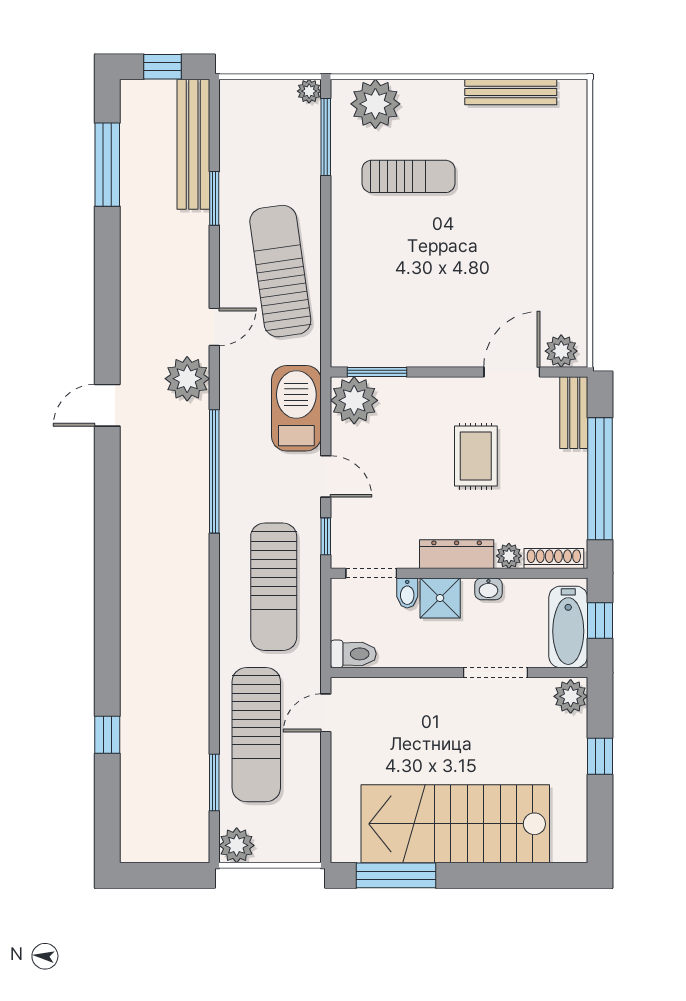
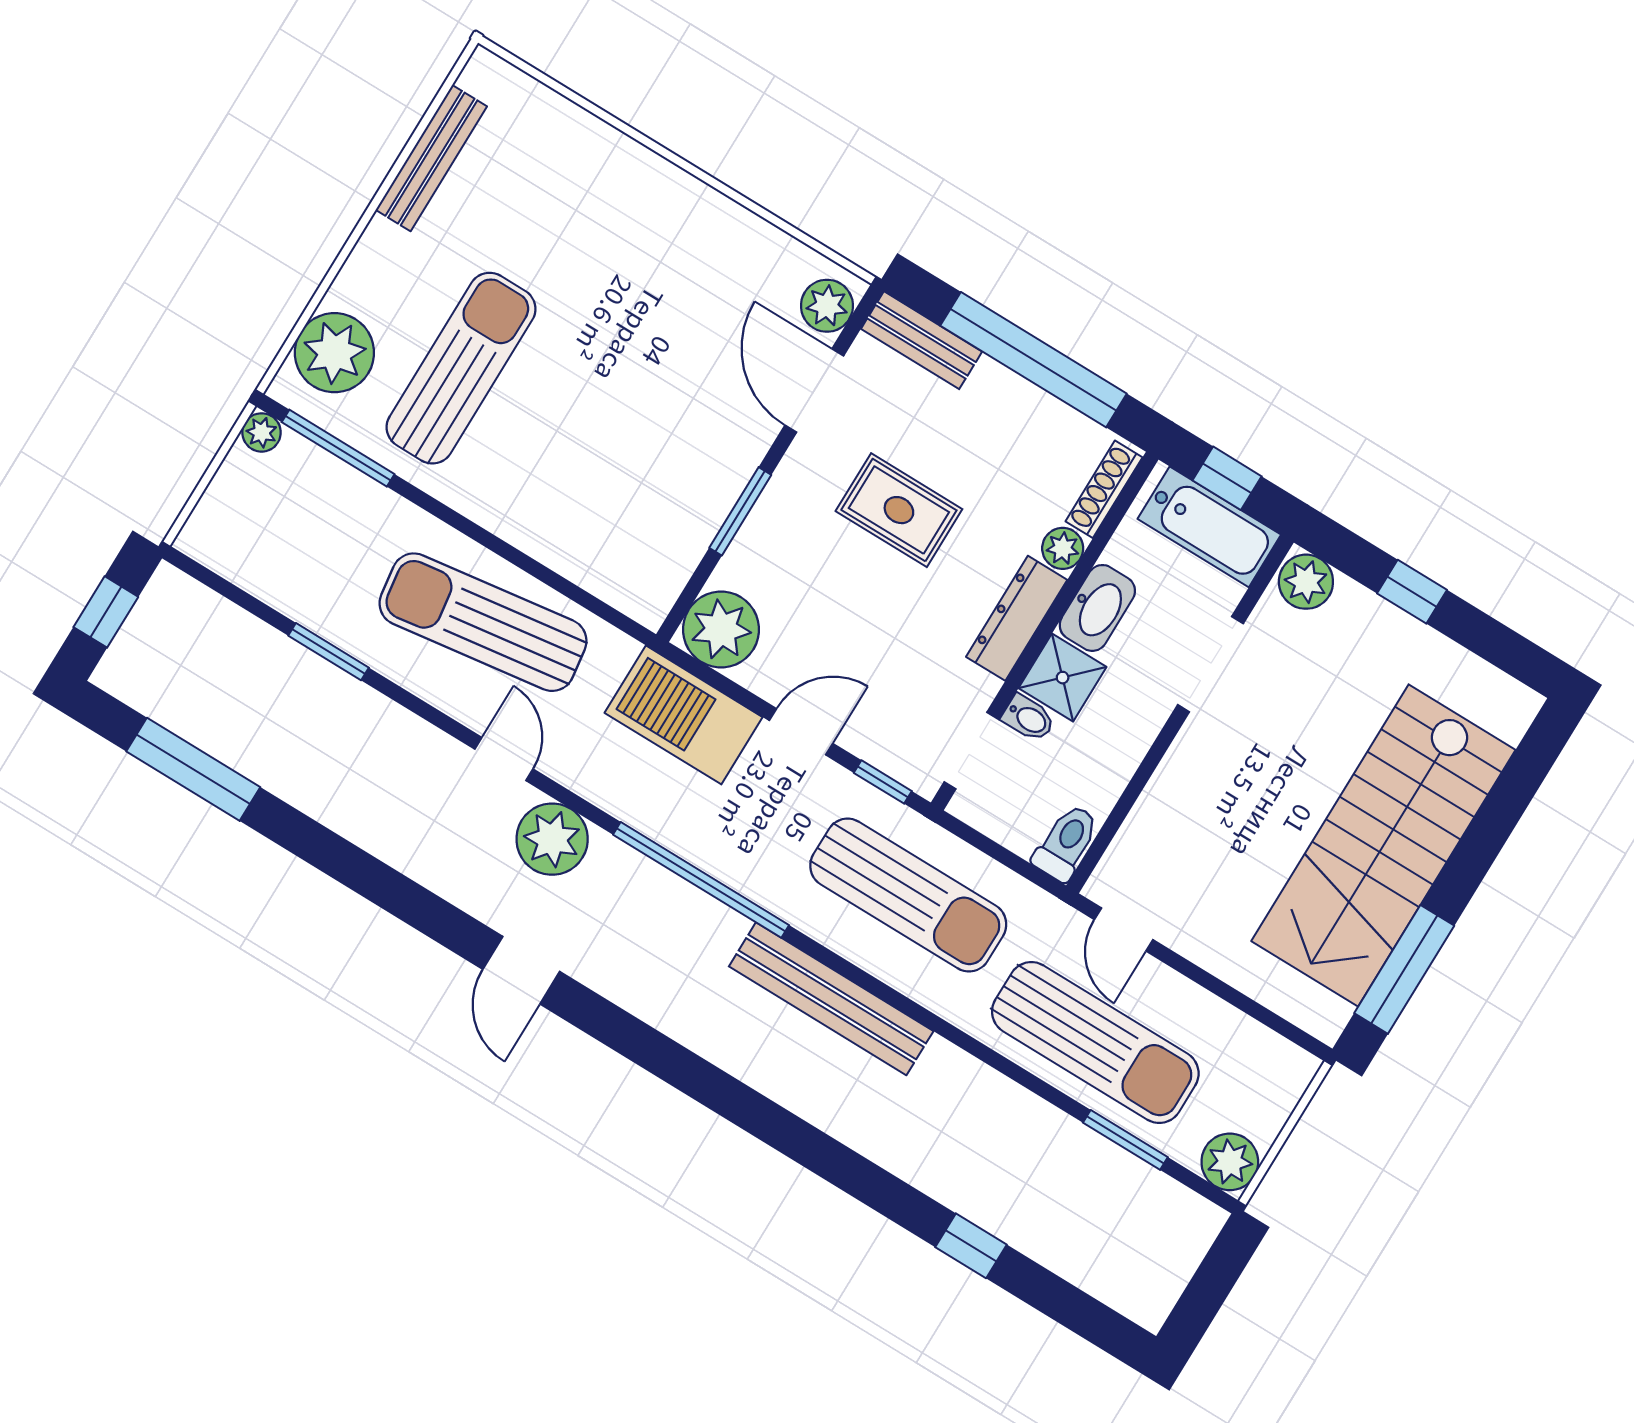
bench: (193, 144) -> (831, 999), moved
sun lounger: (408, 176) -> (461, 368), width x1.36, depth x1.34
window: (377, 372) -> (740, 511), moved
washbasin: (488, 589) -> (1097, 608), width x1.91, depth x1.45

